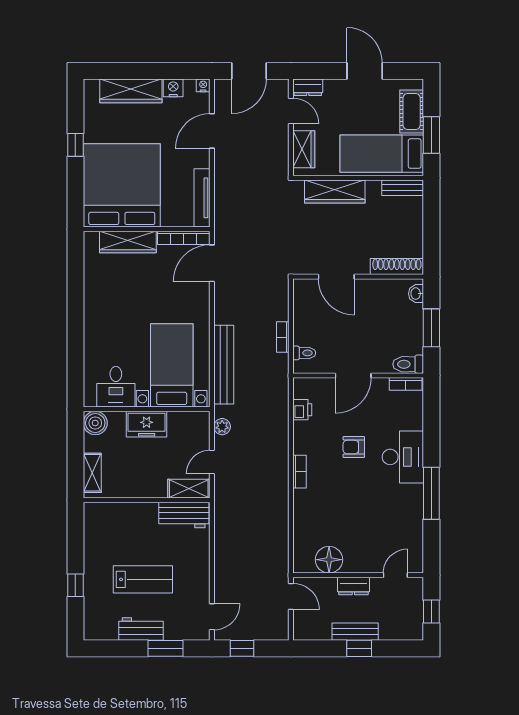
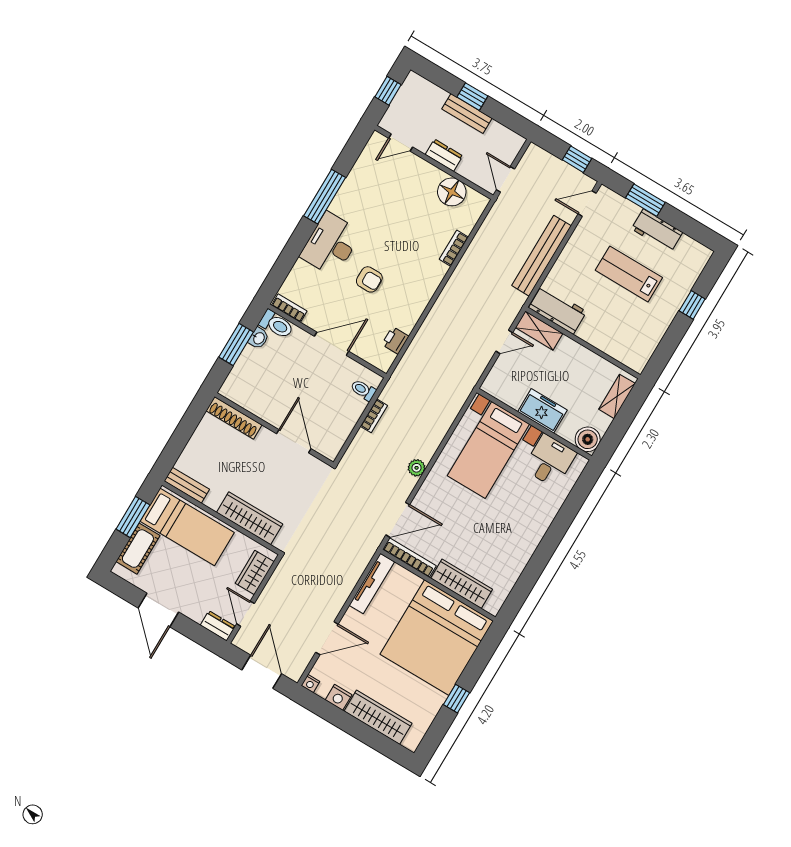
door: (249, 71) -> (262, 672), hinge flipped
washbasin: (416, 294) -> (259, 338), moved
bench: (224, 365) -> (542, 256), moved
plant: (222, 427) -> (417, 468), moved
bookcase: (300, 472) -> (454, 248), moved

